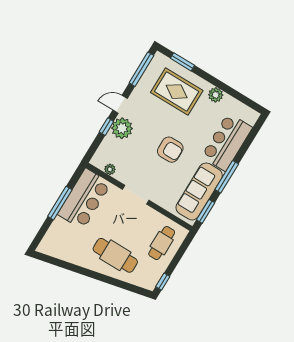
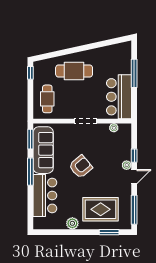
plant: (122, 128) -> (127, 165), width x0.53, depth x0.53
armchair: (170, 150) -> (81, 167), turned 140
window: (60, 203) -> (134, 73), moved

